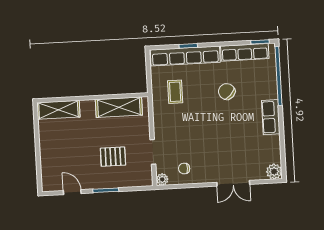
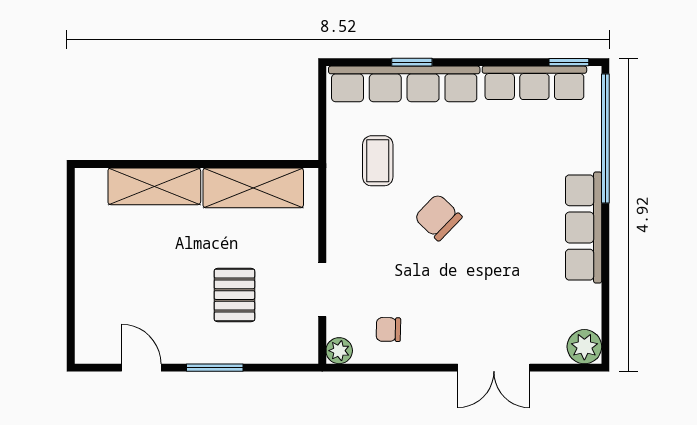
chair: (227, 92) -> (438, 217), moved
shelving: (58, 110) -> (154, 186), moved
row of seats: (271, 117) -> (584, 227), width x1.48
pallet: (113, 157) -> (234, 295), turned 90

